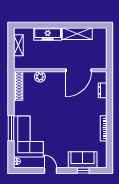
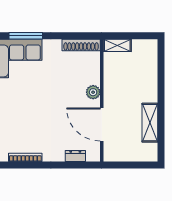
freezer: (48, 34) -> (149, 84), removed
shelving: (18, 45) -> (117, 45), moved
plant: (40, 77) -> (93, 92), moved

